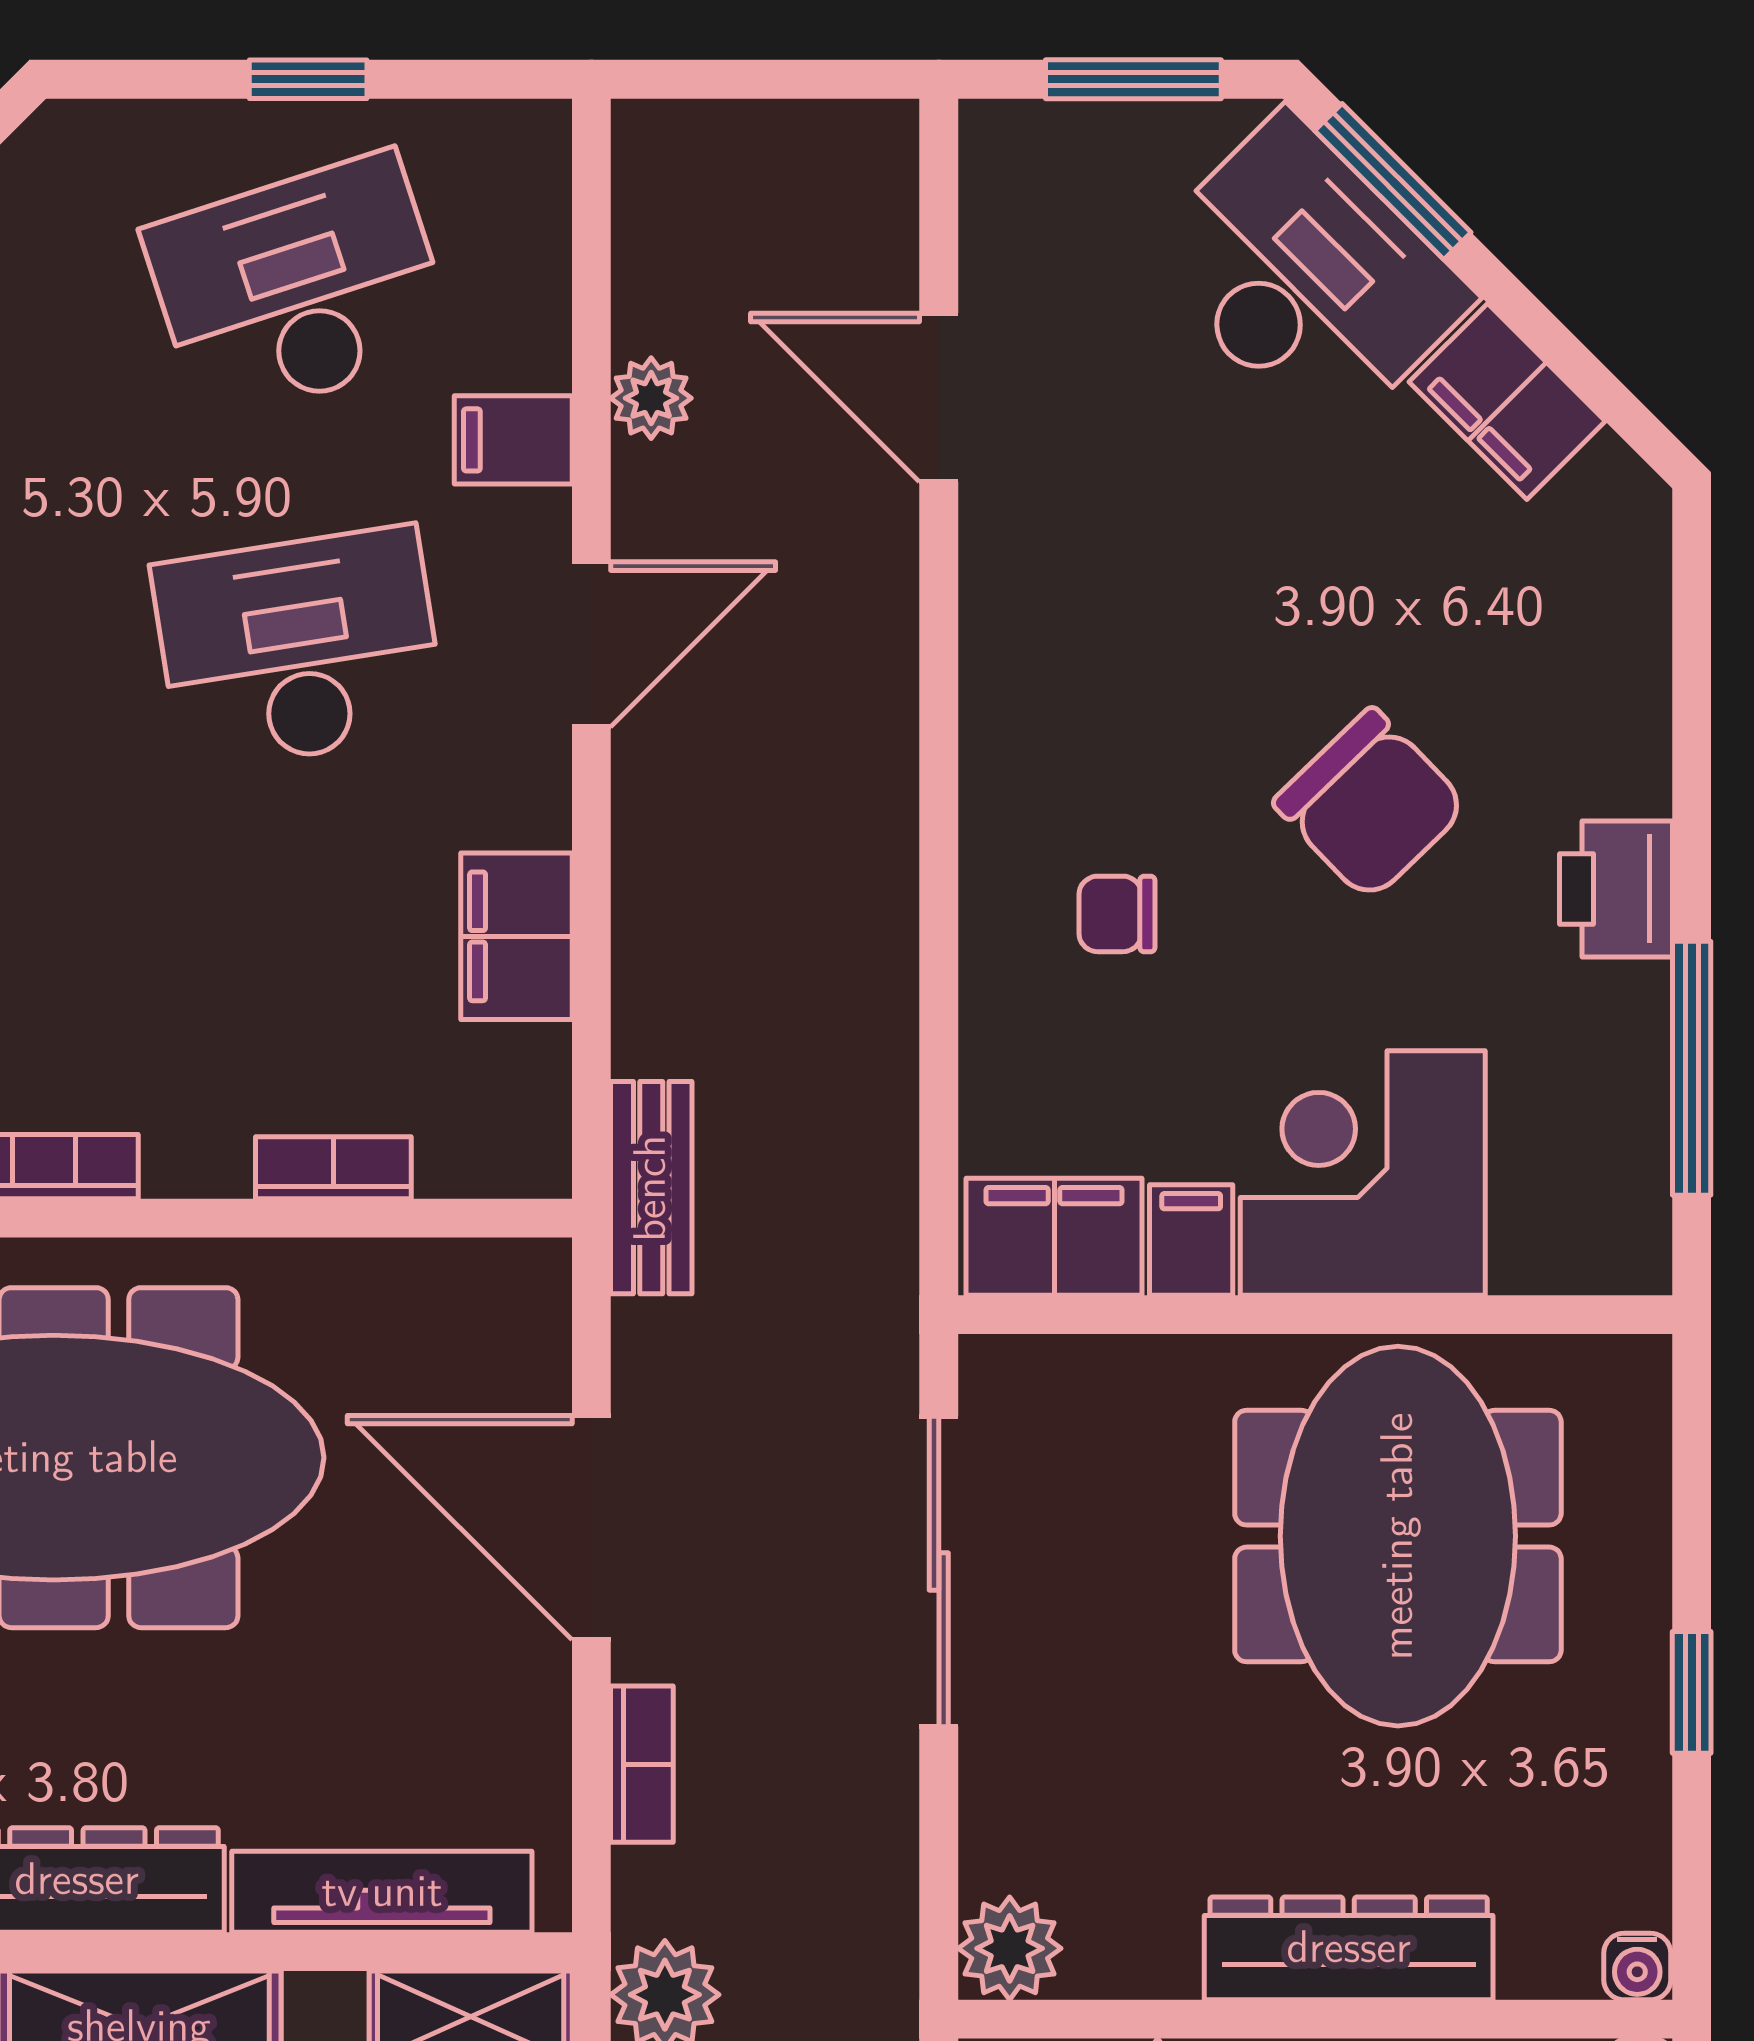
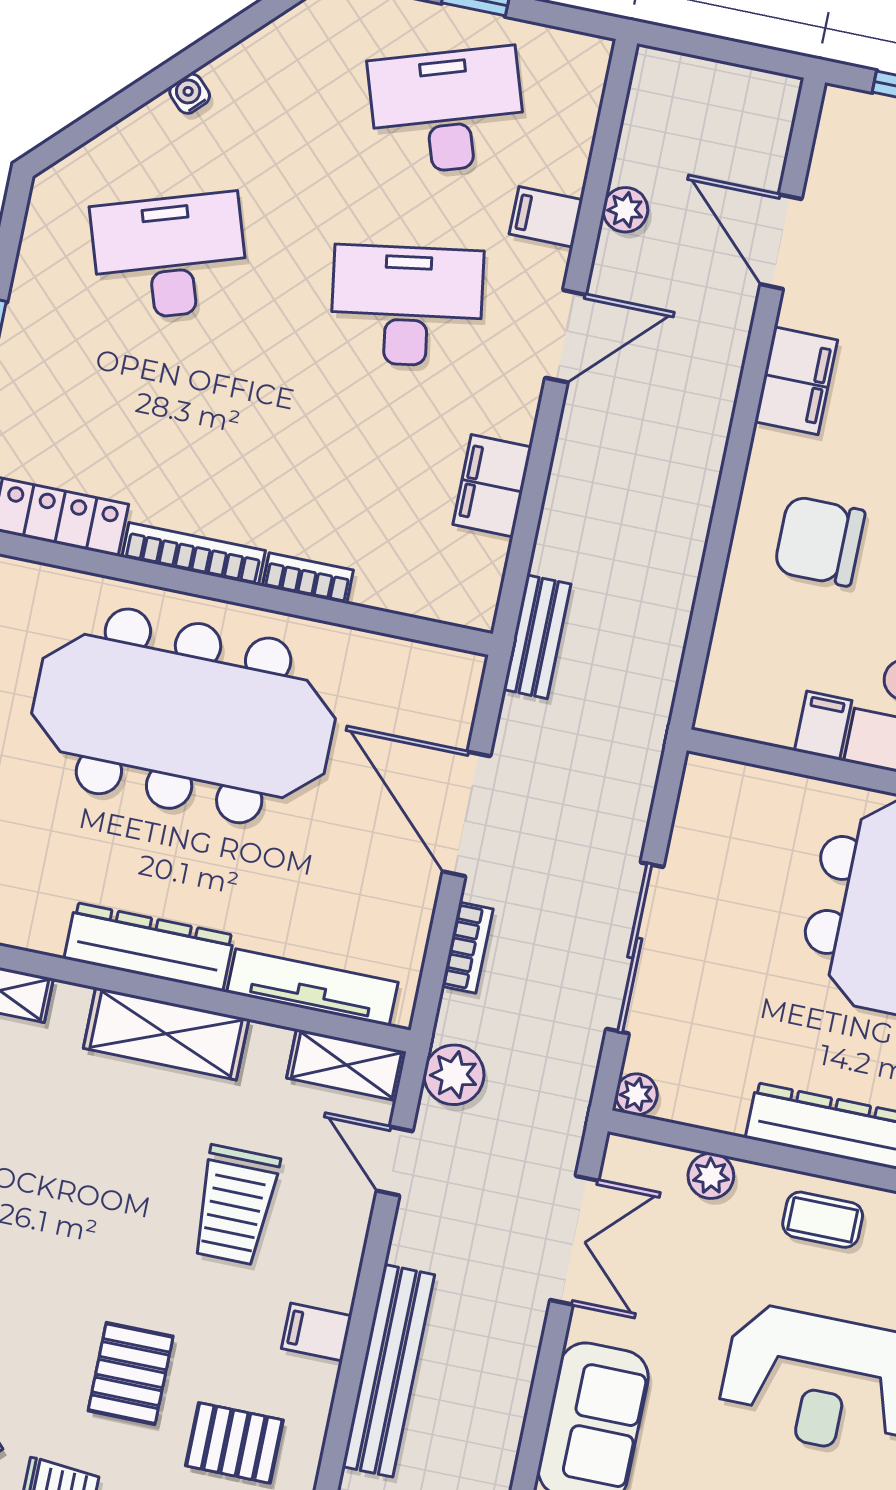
chair: (1117, 914) -> (820, 541), width x1.87, depth x1.87
bookcase: (333, 1168) -> (308, 578), moved
filing cabinet: (1054, 1237) -> (796, 381), moved, turned 90
sliding door: (939, 1572) -> (635, 948), moved
plant: (1010, 1948) -> (636, 1094), width x0.73, depth x0.73

